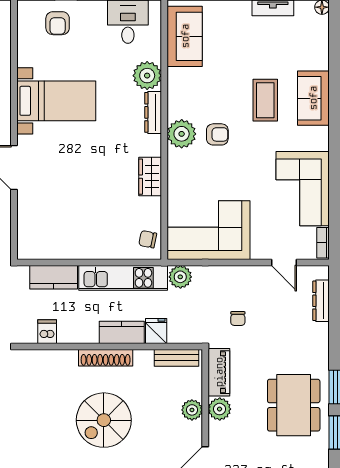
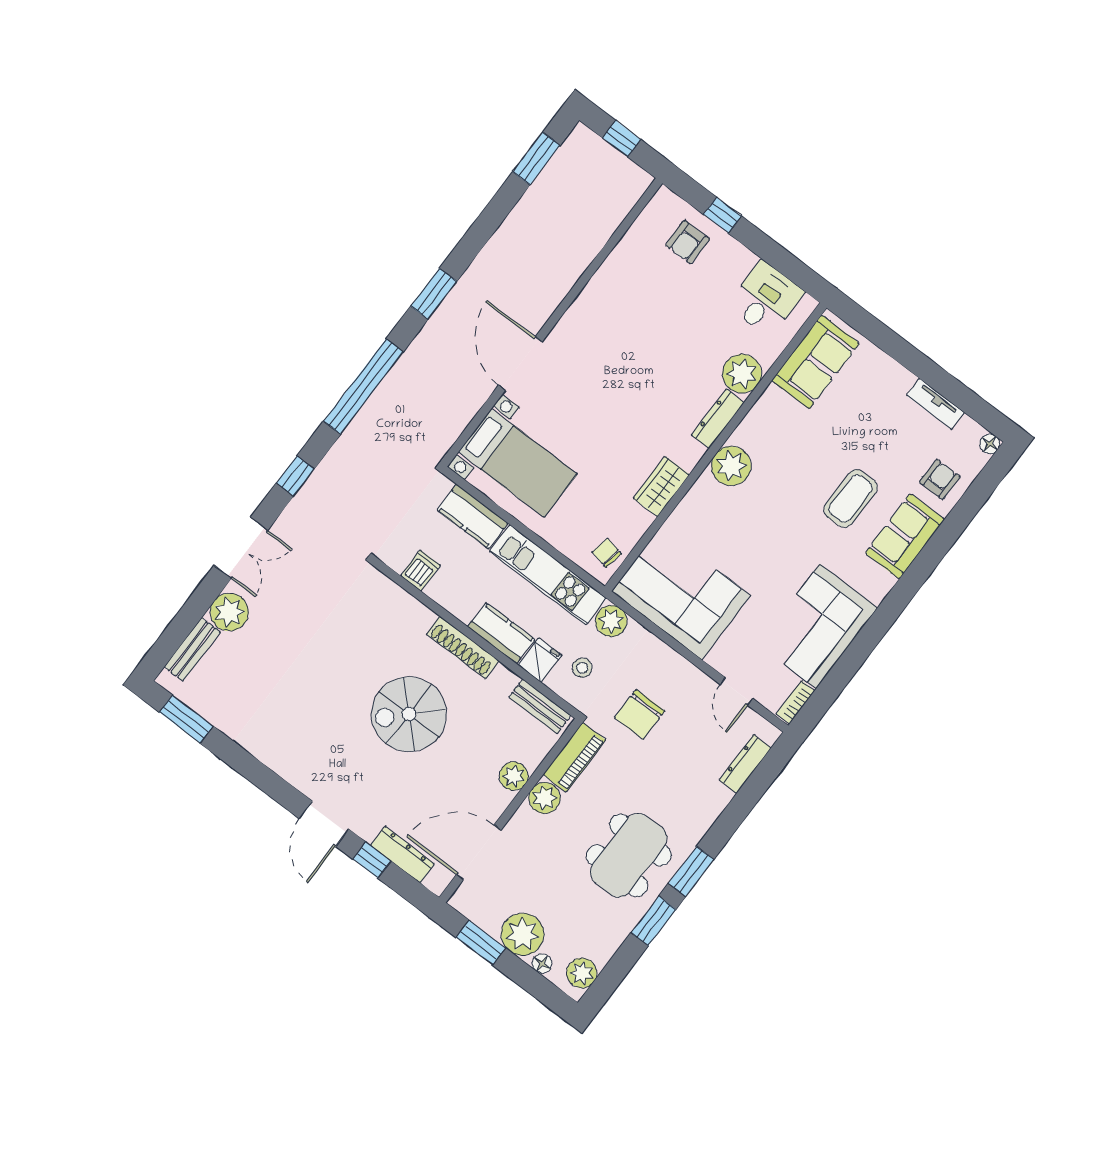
bed with nightstands: (56, 101) -> (518, 463), moved
armchair: (217, 134) -> (940, 479), moved, turned -90
stool: (184, 317) -> (582, 668), added
chair: (238, 319) -> (640, 714), width x1.87, depth x1.87

